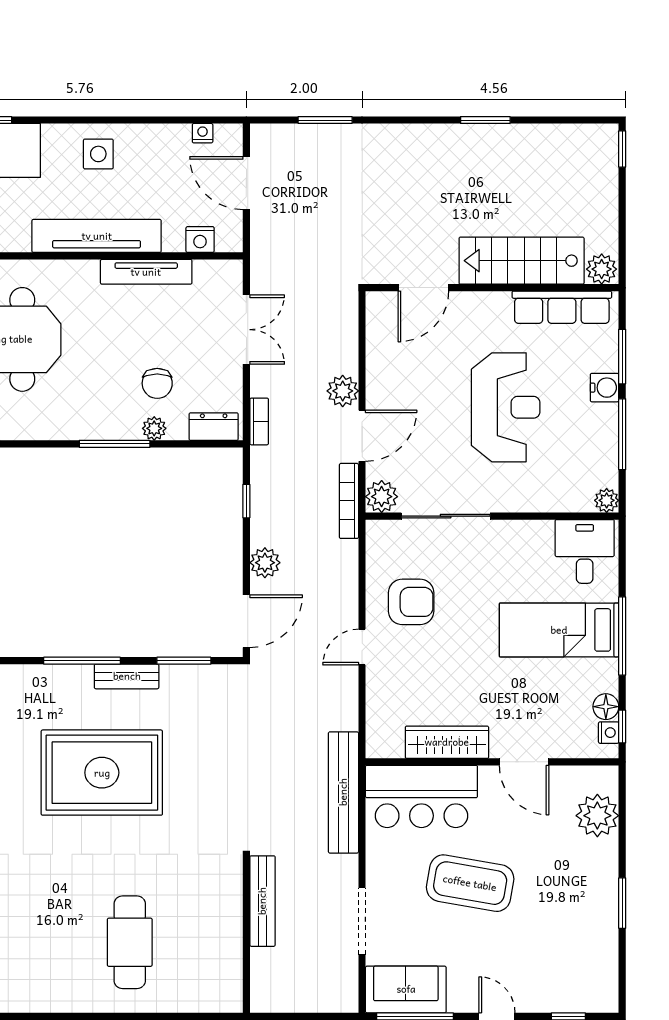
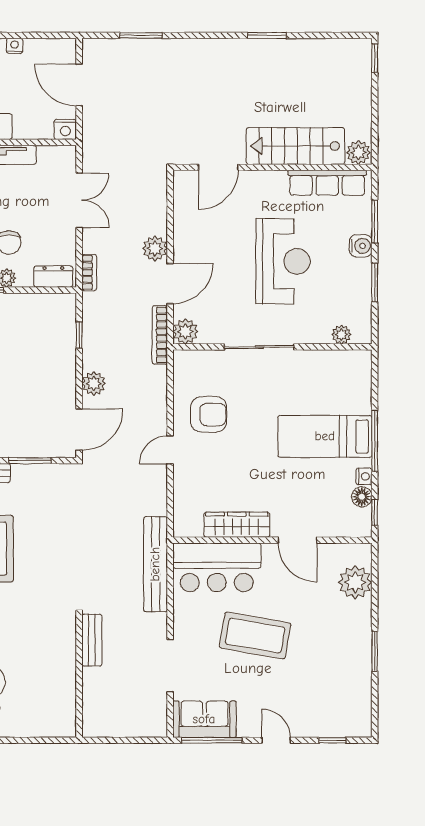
nightstand: (203, 133) -> (15, 46), moved
nightstand: (200, 240) -> (65, 129), moved
window: (622, 434) -> (375, 283), width x0.69
plant: (607, 500) -> (341, 335), moved
sliding door: (446, 516) -> (259, 347), moved
desk: (585, 551) -> (345, 375), removed
nightstand: (609, 733) -> (364, 476), moved
bench: (262, 901) -> (92, 640), width x0.73

